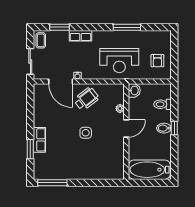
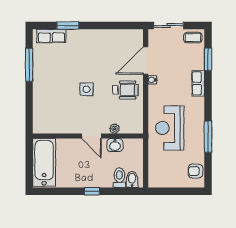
armchair: (157, 61) -> (196, 171), moved
washbasin: (134, 90) -> (115, 145), moved
wheelchair: (86, 99) -> (126, 90), turned -52
bidet: (164, 128) -> (132, 179), moved
row of seats: (39, 140) -> (51, 36), moved
window: (52, 183) -> (29, 65), moved

